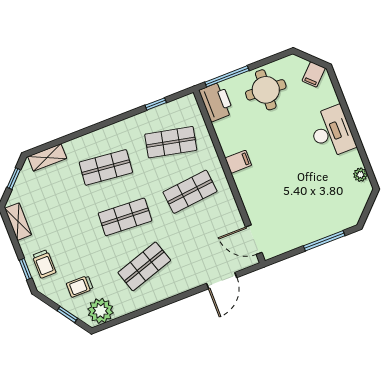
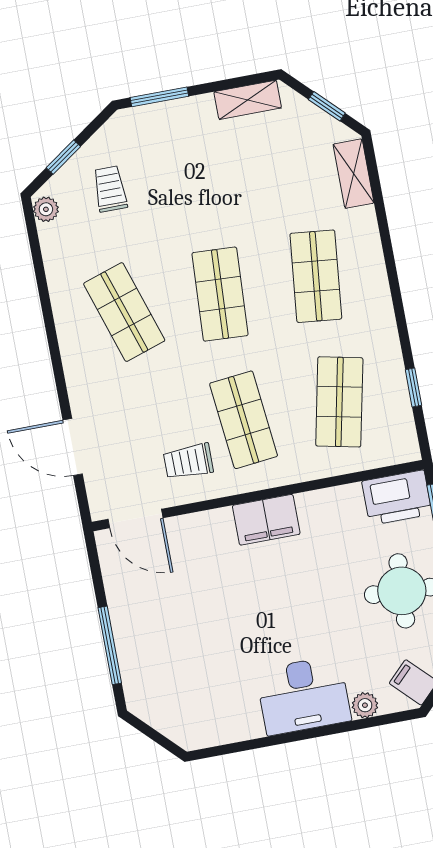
filing cabinet: (238, 162) -> (266, 520), width x2.00
plant: (360, 175) -> (365, 705), moved
door: (254, 240) -> (135, 519), swing flipped
trolley: (44, 264) -> (188, 461), moved
window: (26, 269) -> (159, 97), width x1.50
plant: (101, 311) -> (46, 209), width x0.53, depth x0.53

